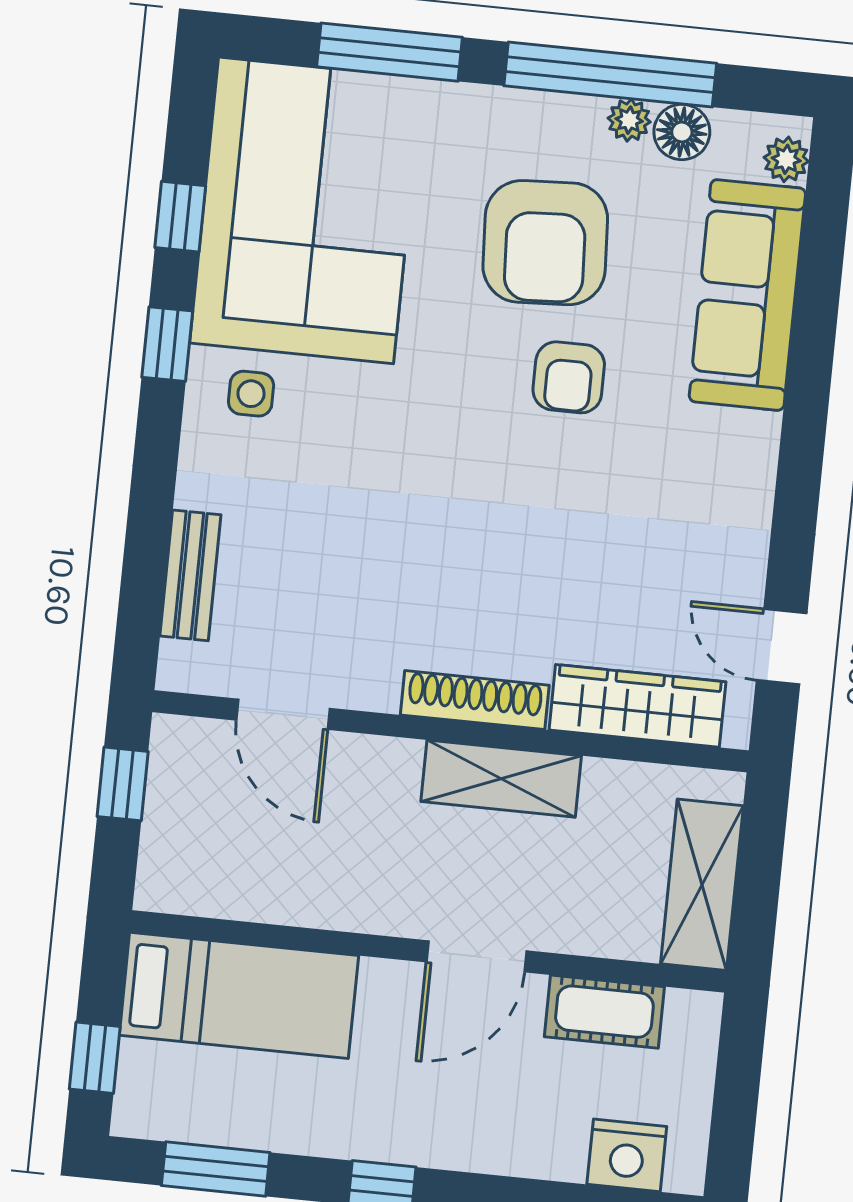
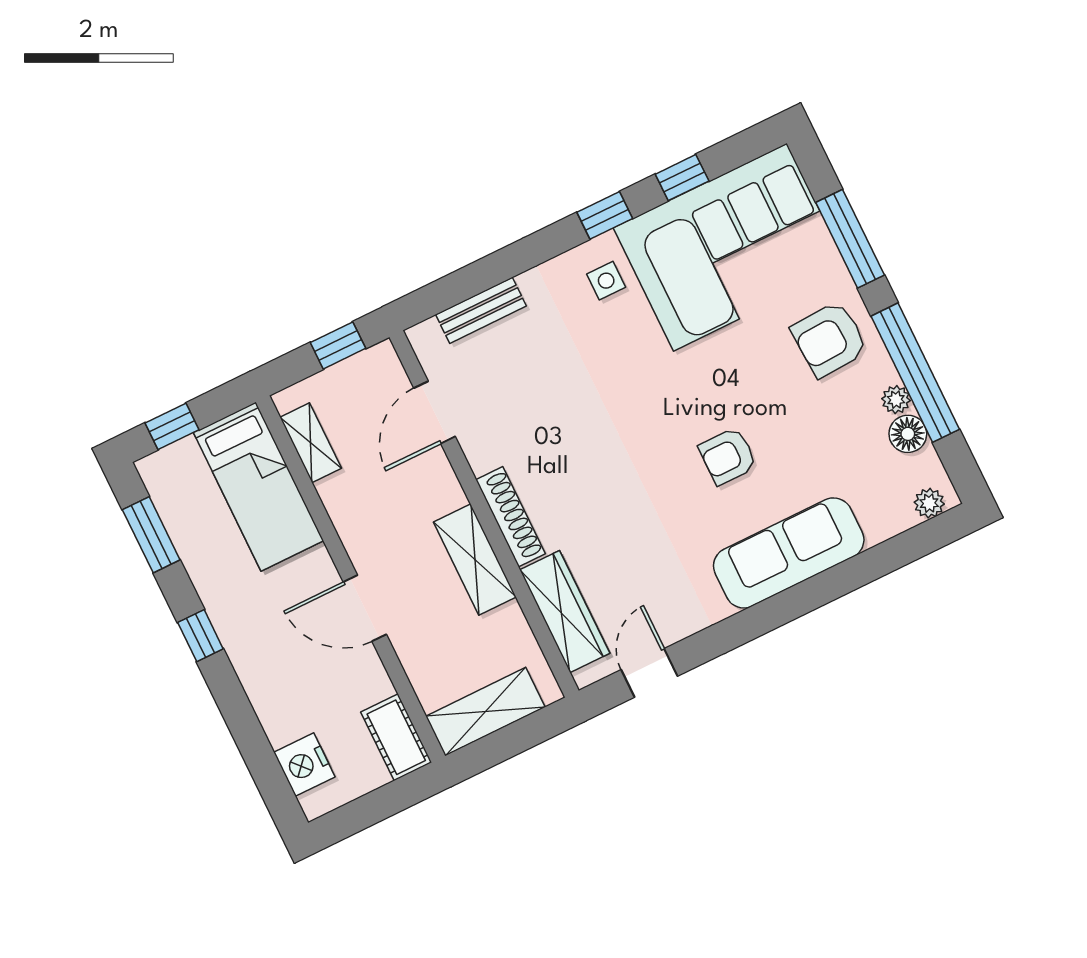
armchair: (545, 243) -> (830, 339), moved, width x0.73, depth x0.73
sofa: (747, 295) -> (789, 553), moved
shelving: (224, 895) -> (311, 443), added
cot: (604, 1012) -> (396, 737), moved

